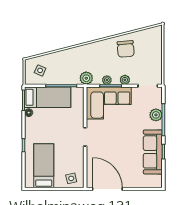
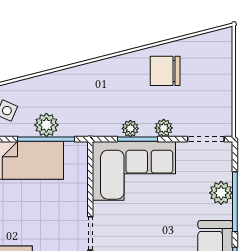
chair: (126, 49) -> (165, 71), turned 95
plant: (86, 78) -> (46, 125), moved

